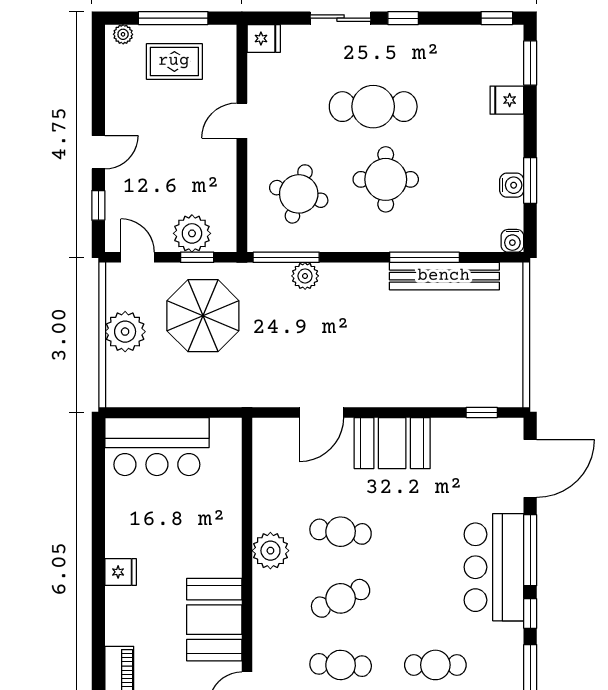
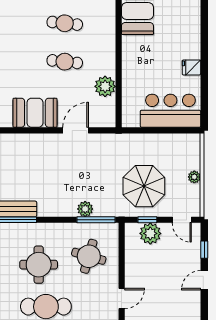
plant: (125, 332) -> (194, 177), width x0.53, depth x0.53
plant: (270, 551) -> (105, 86), moved
fridge: (121, 572) -> (191, 67), moved
cafe table: (341, 598) -> (65, 23), turned 30

